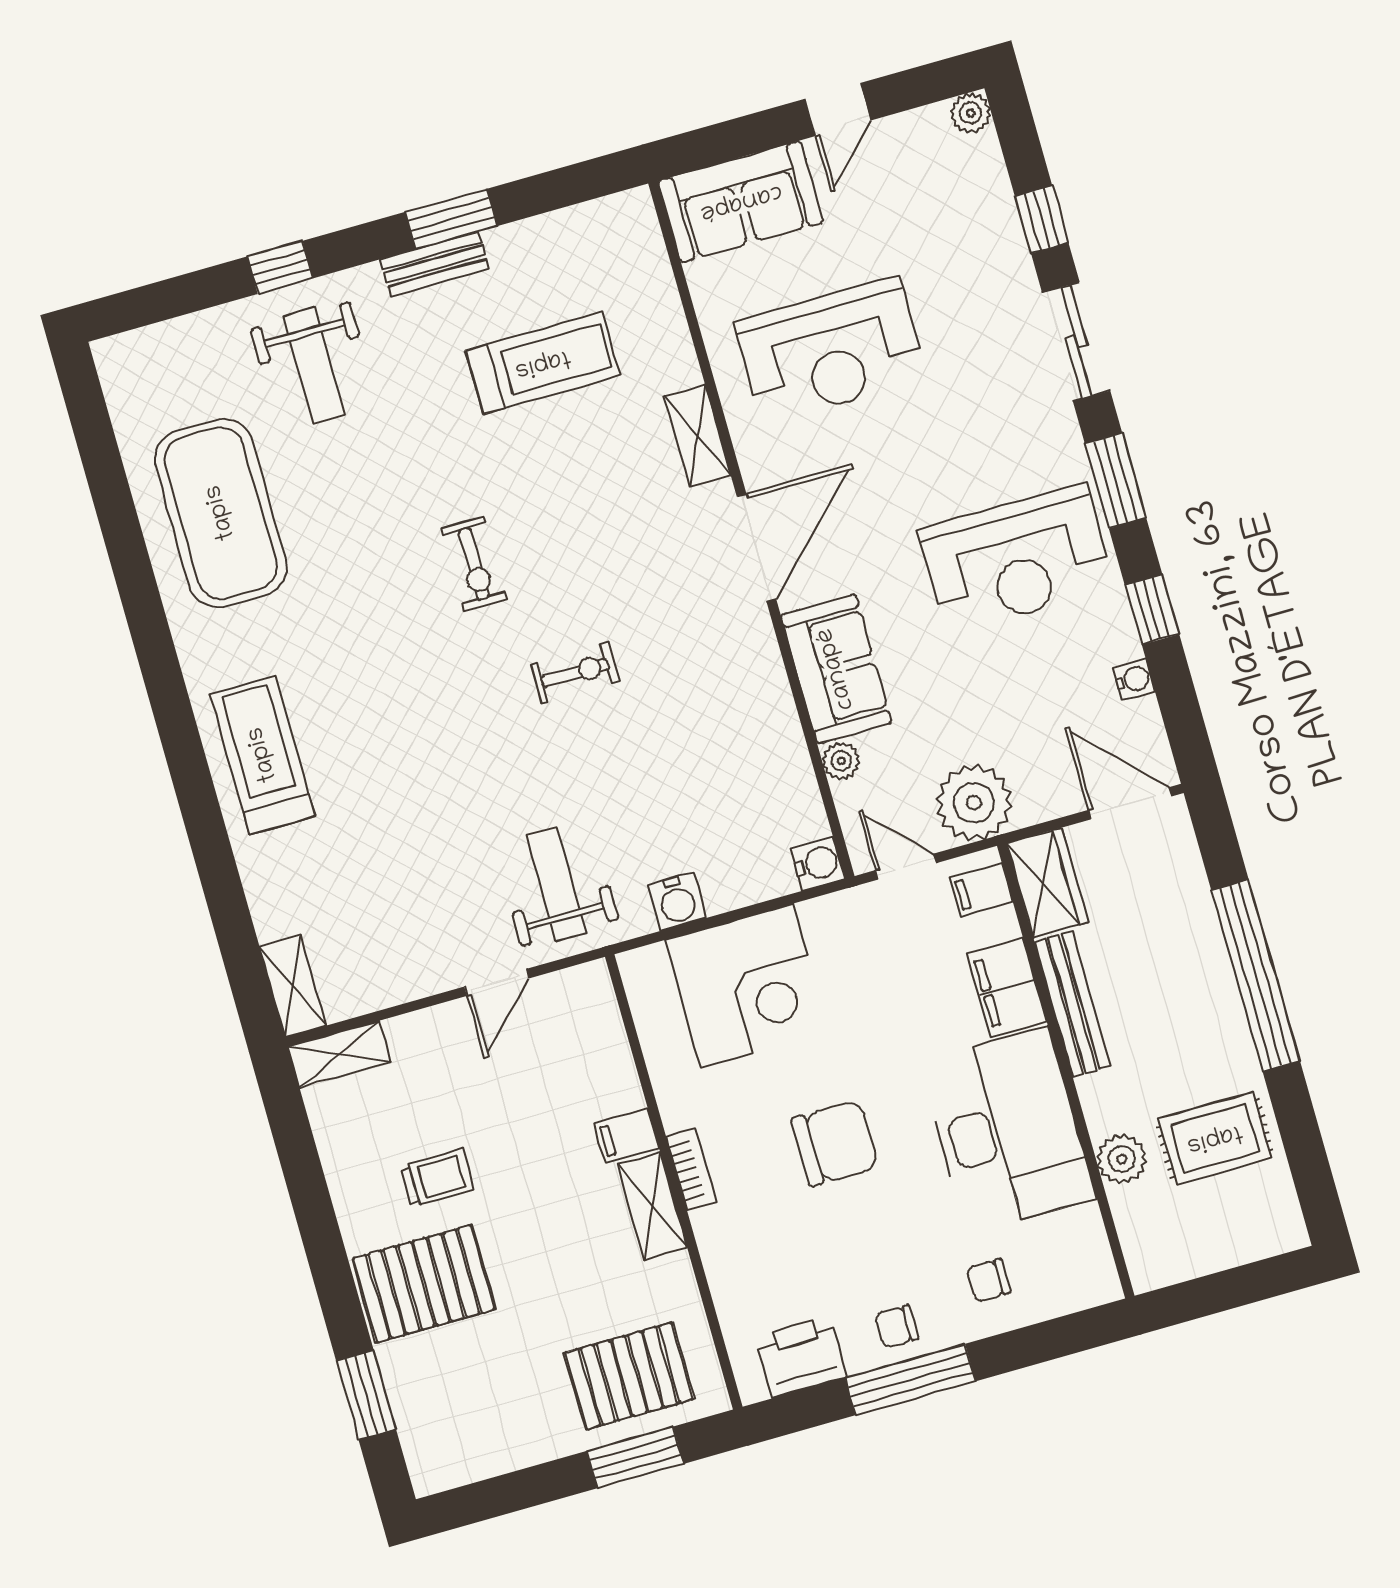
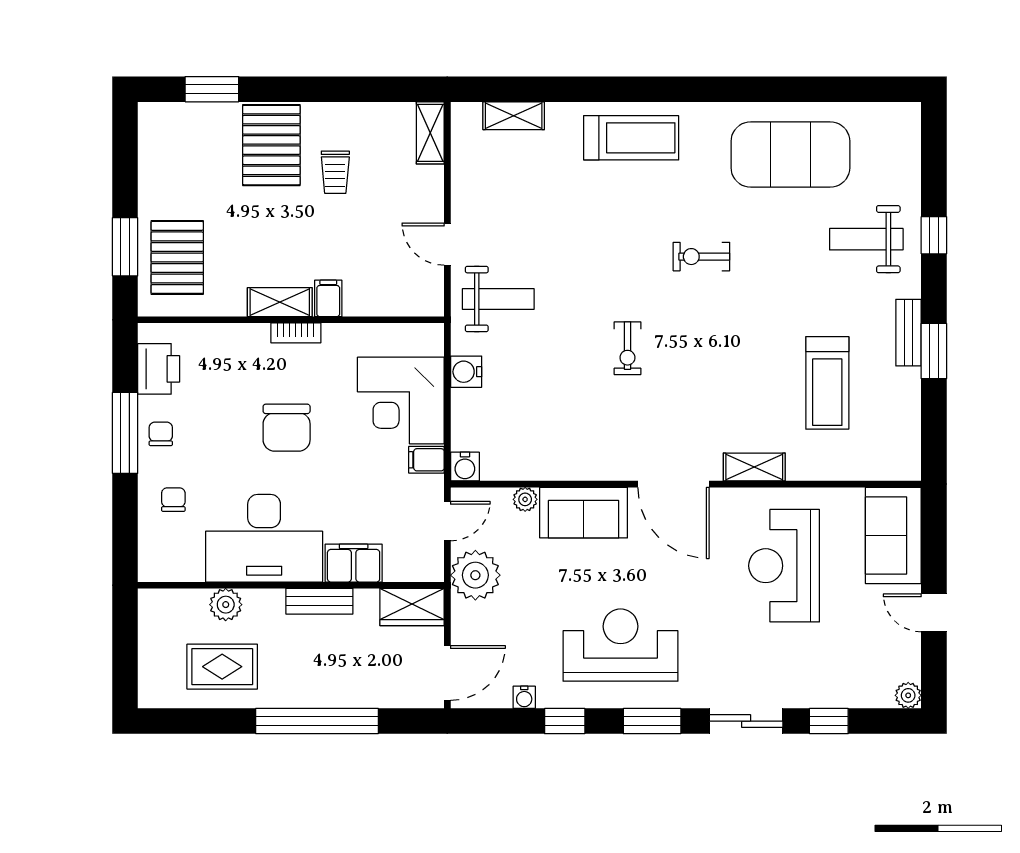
reception desk: (1017, 559) -> (621, 645), turned 90
exercise bike: (474, 564) -> (701, 257), moved
filing cabinet: (981, 890) -> (426, 460), moved, turned -90
shelving: (293, 986) -> (514, 116), moved
bench: (1072, 1004) -> (319, 601), width x0.73
rug: (1215, 1138) -> (222, 667), turned 90

